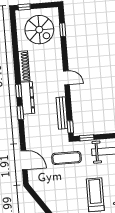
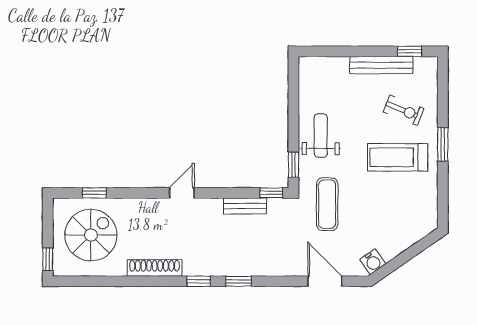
dresser: (28, 98) -> (213, 266), removed
bench: (62, 113) -> (245, 206), width x0.73
door: (24, 160) -> (325, 281), hinge flipped
water cooler: (37, 186) -> (373, 262), added

